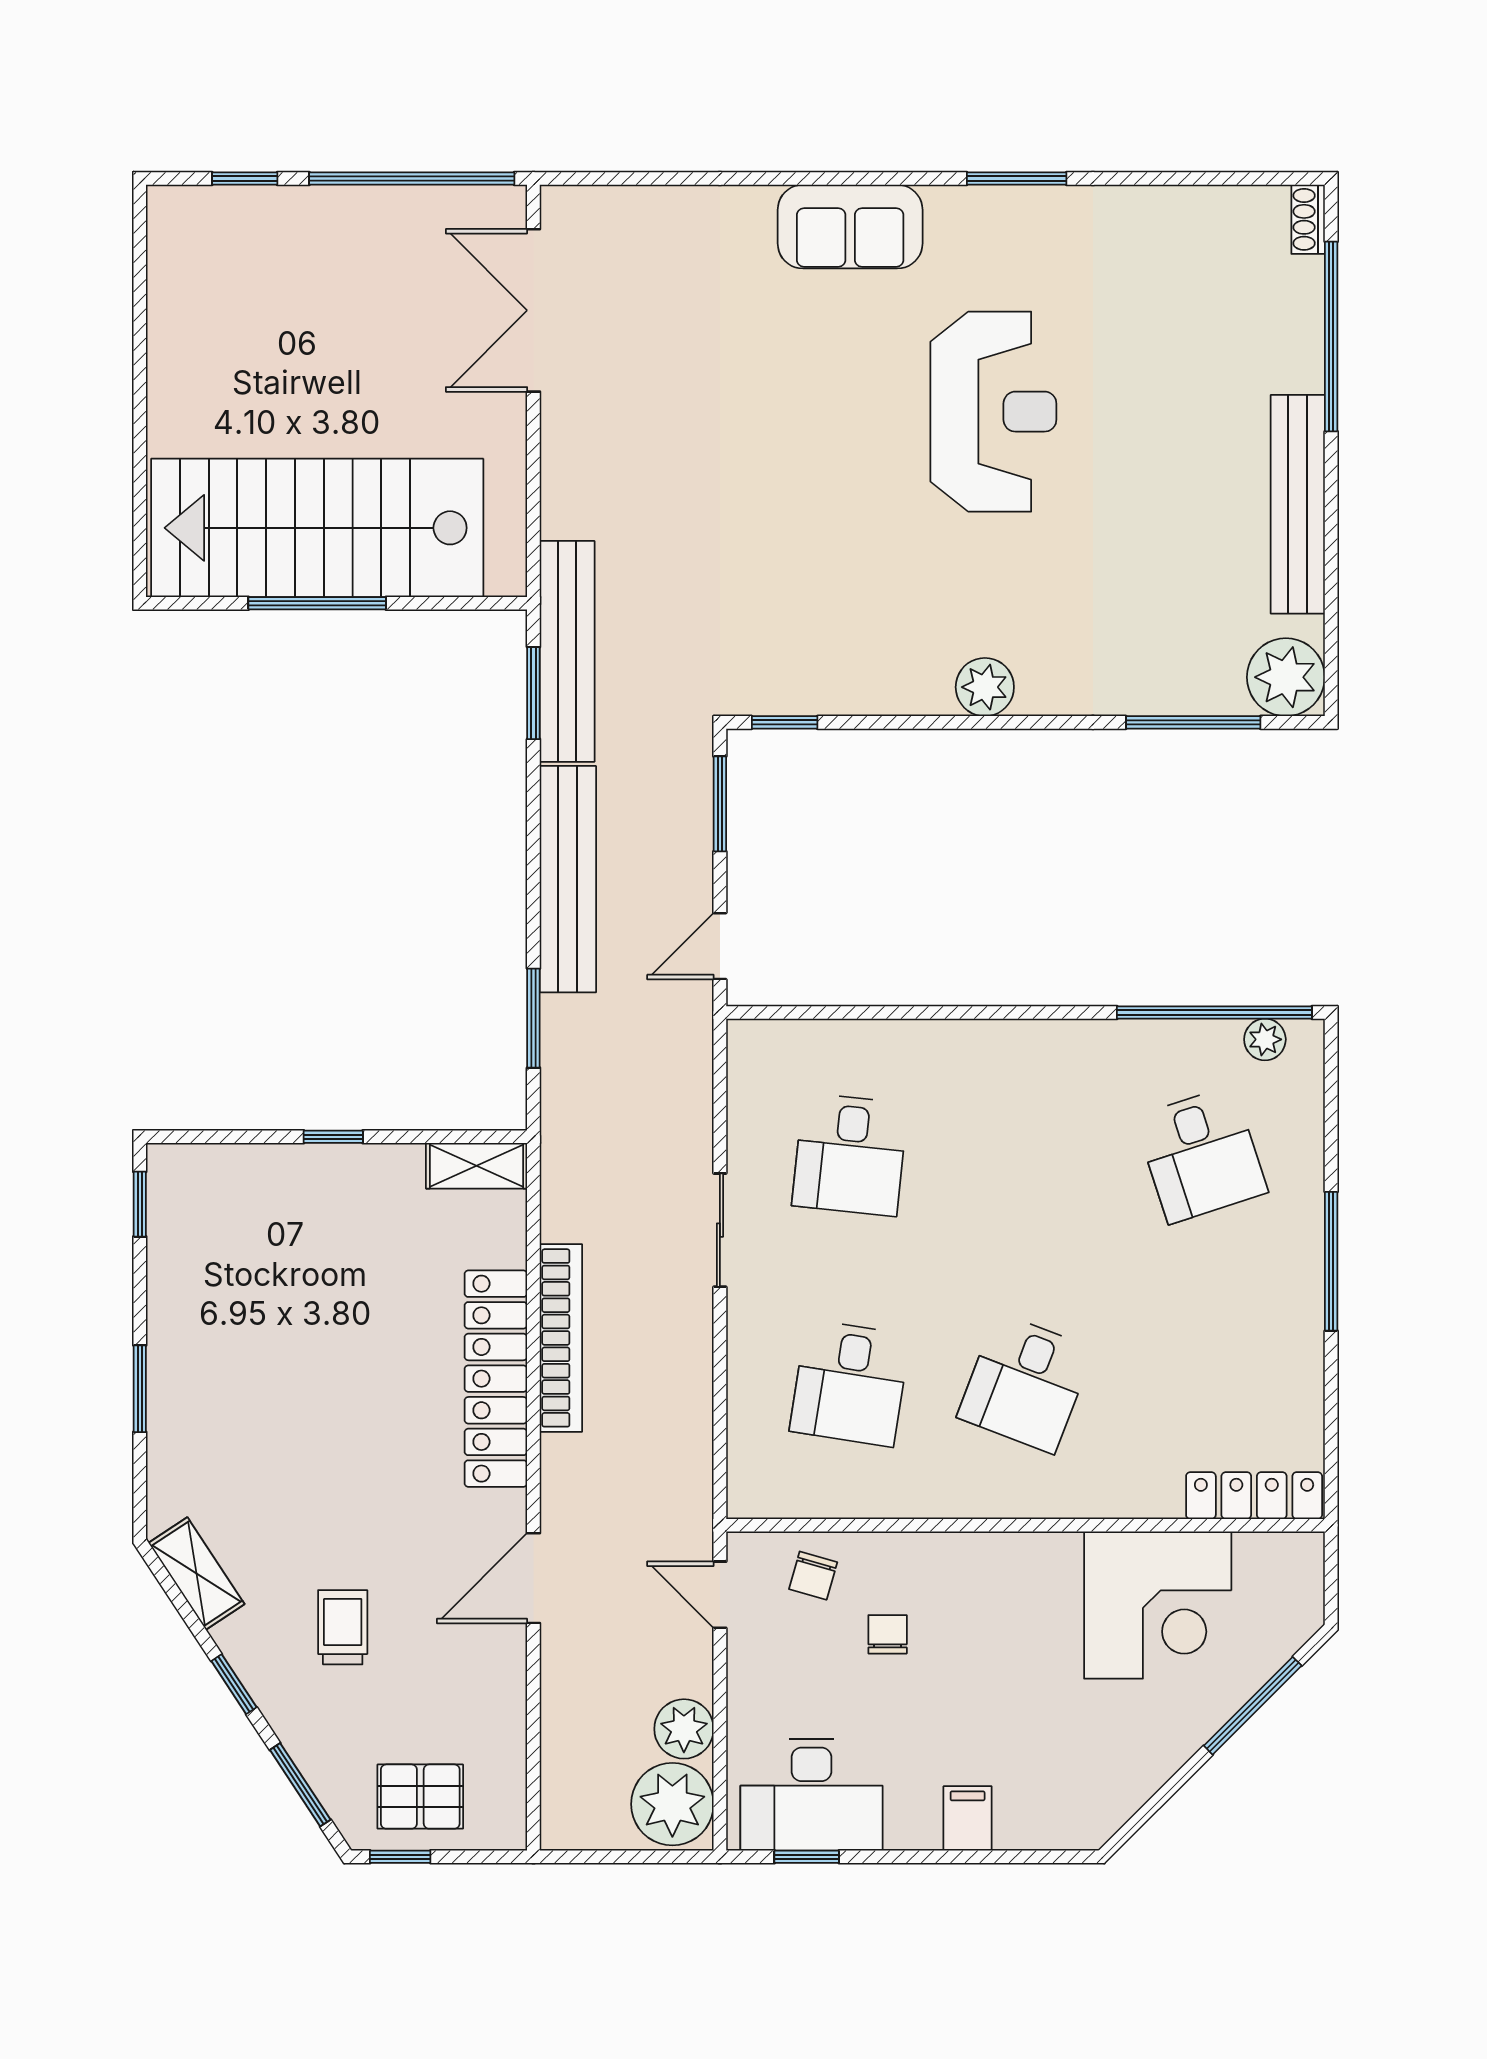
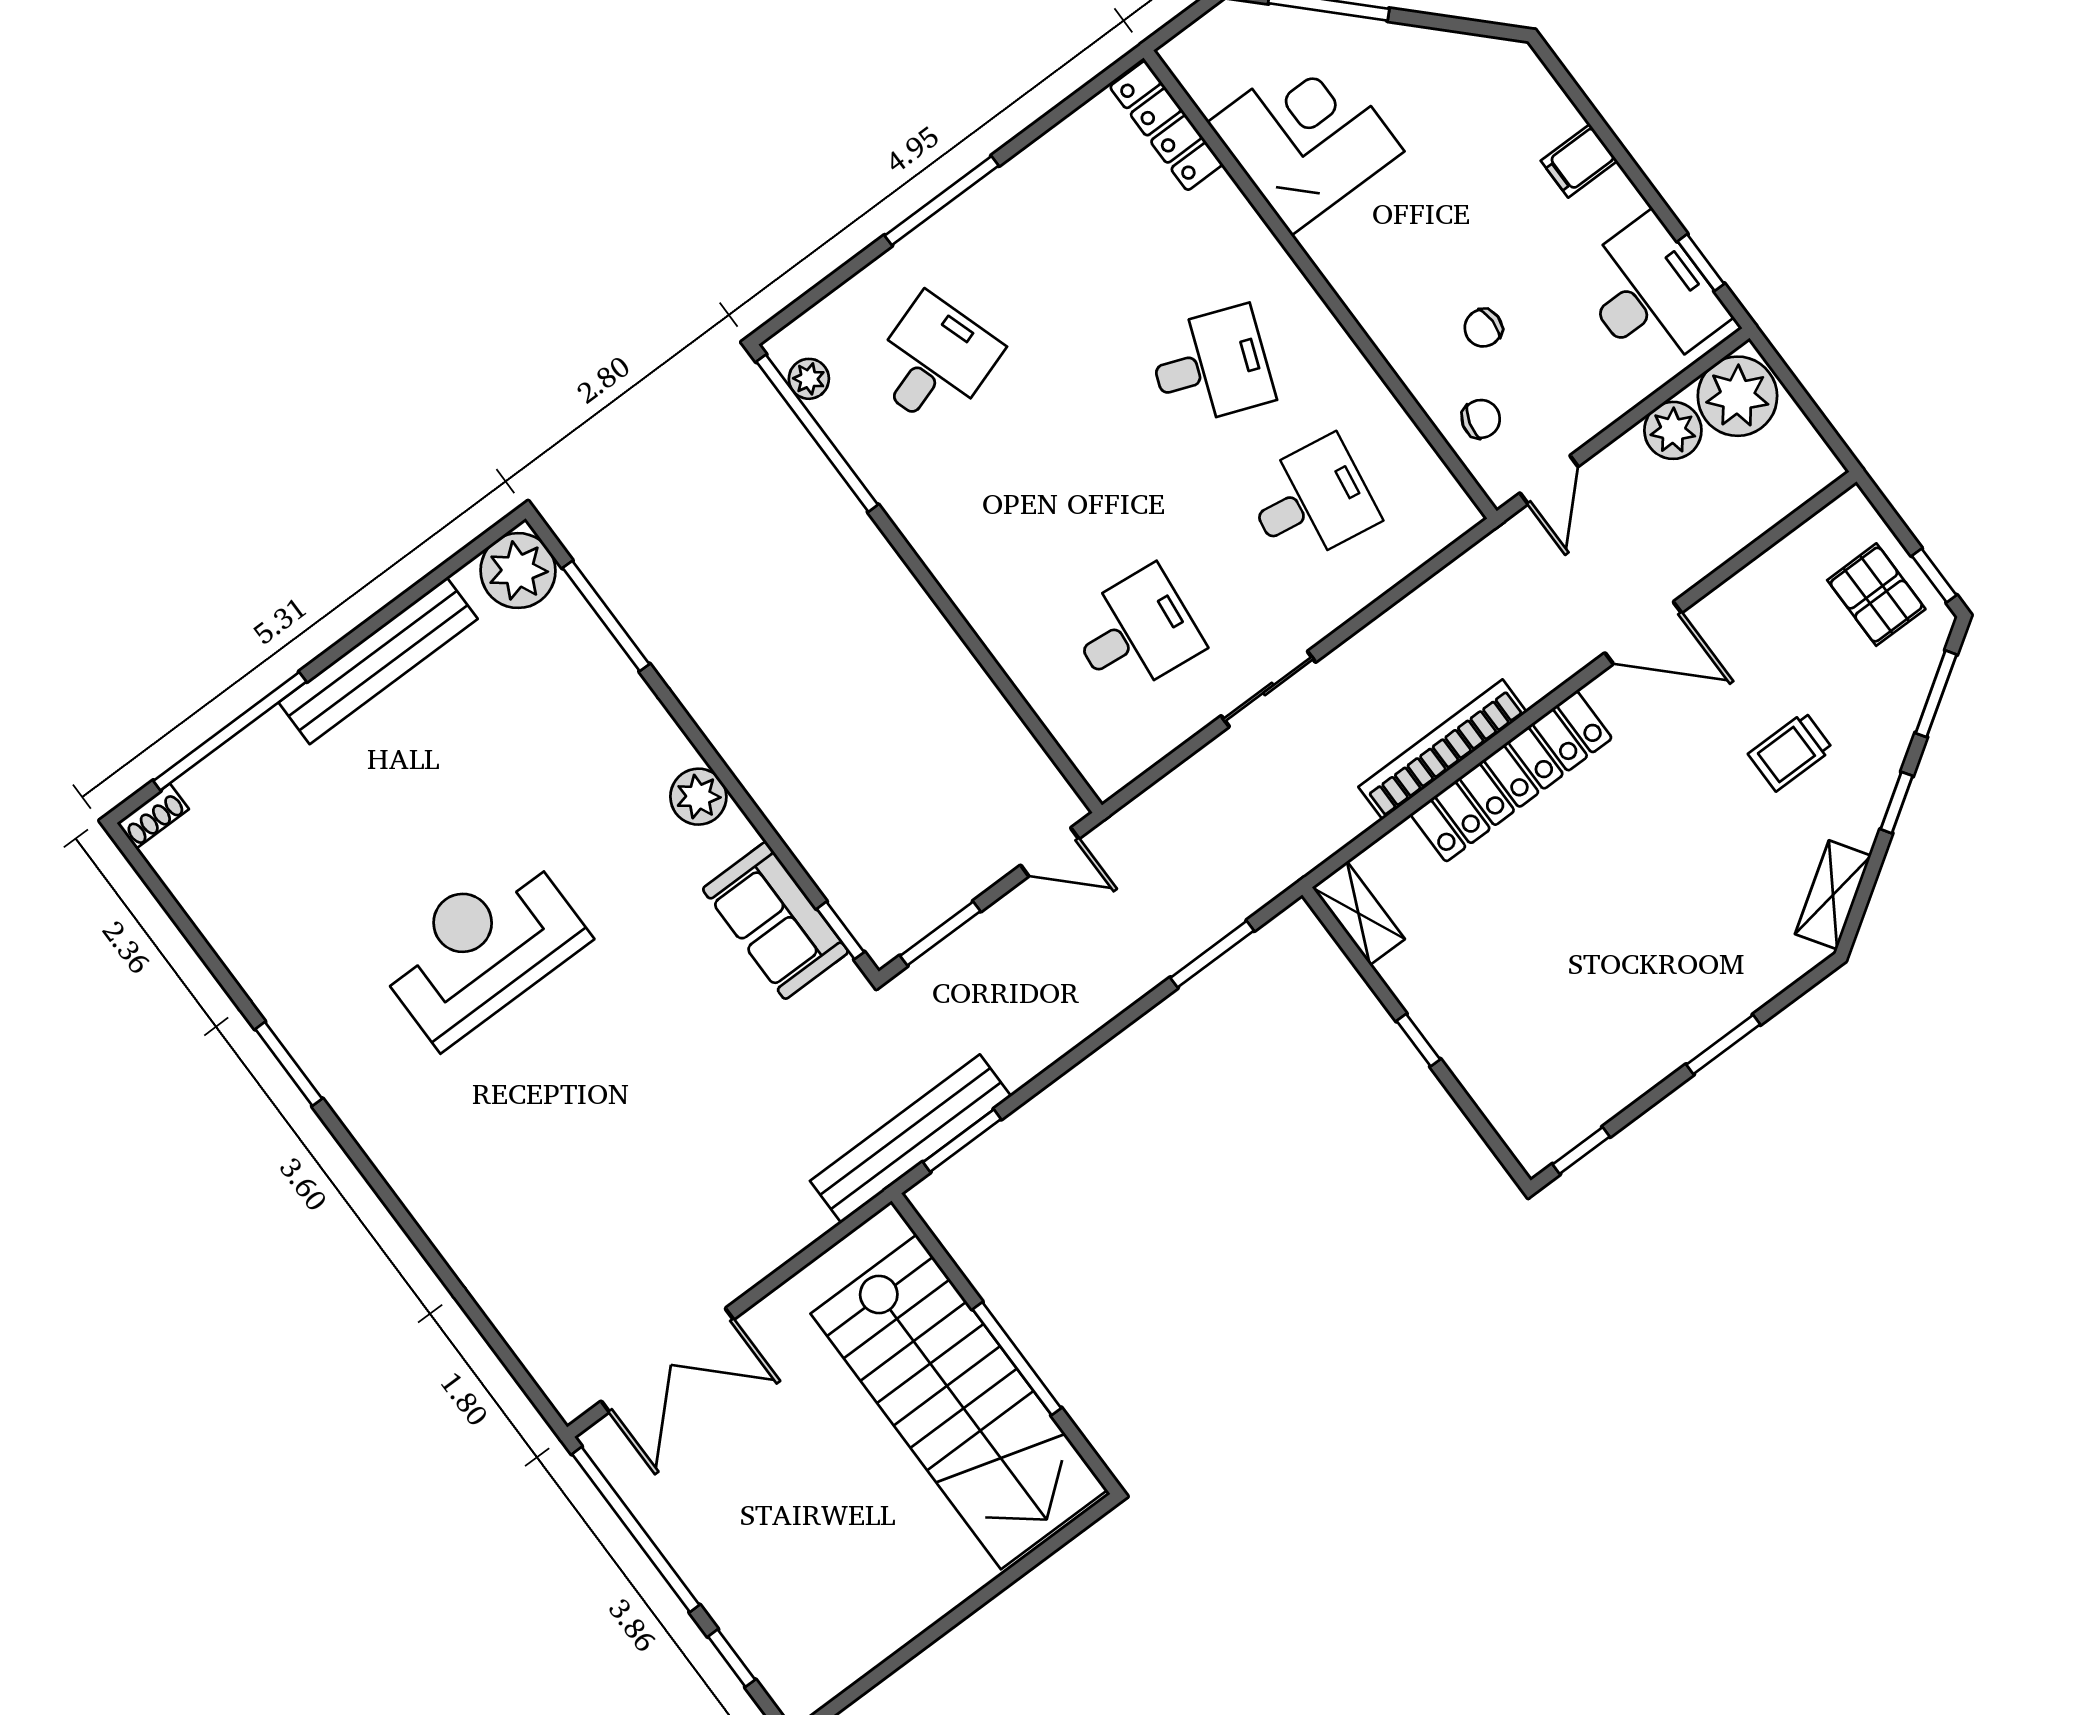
sofa: (850, 227) -> (775, 921), moved, turned 180
bench: (568, 879) -> (1085, 1007), removed

